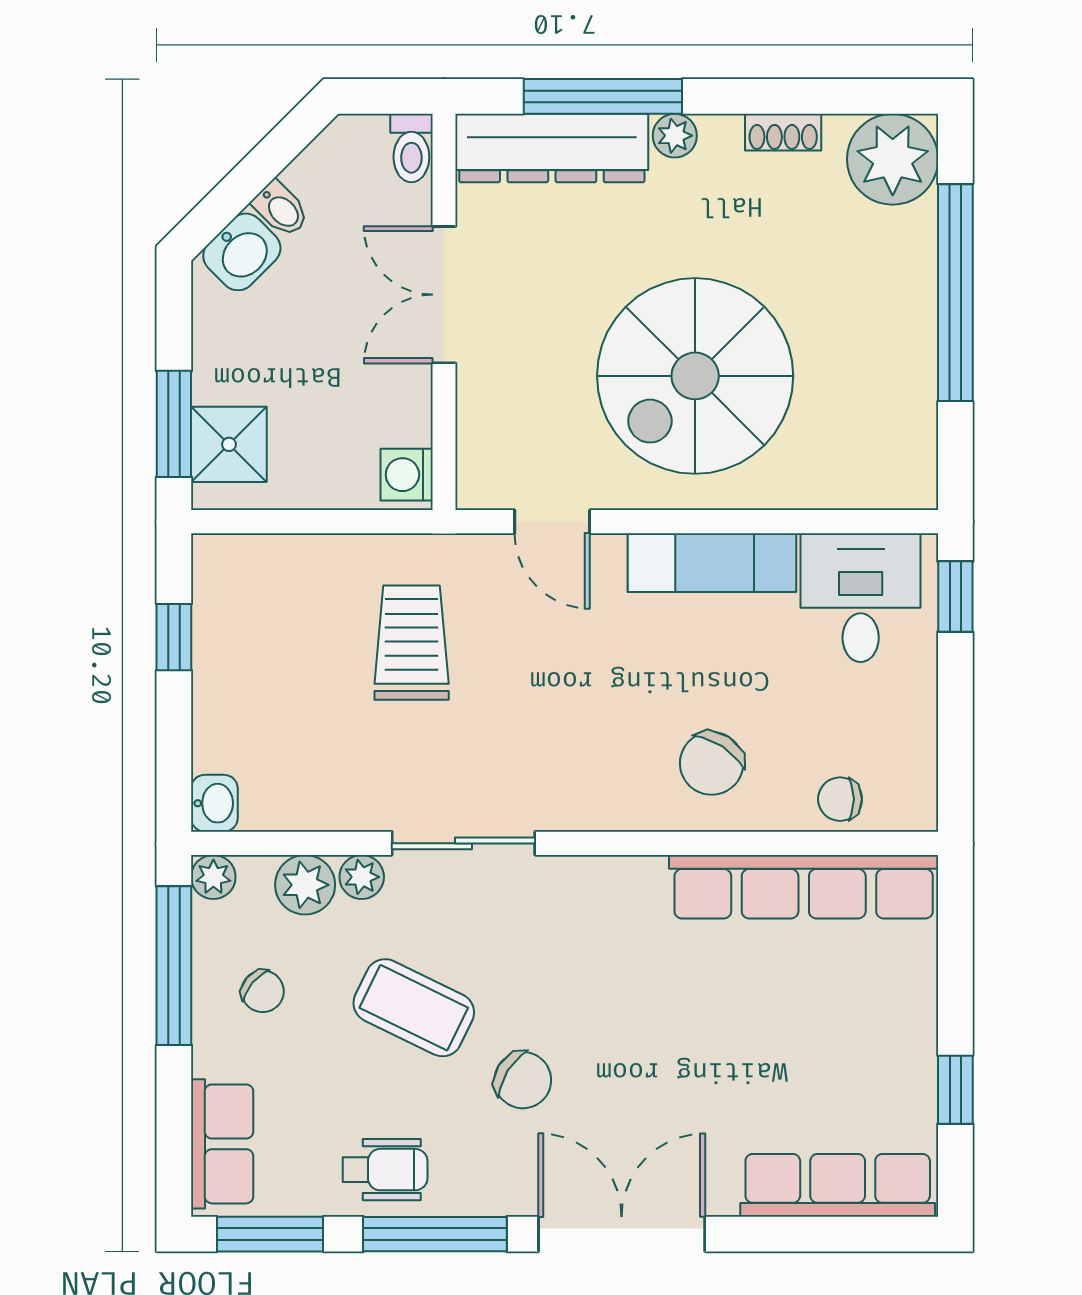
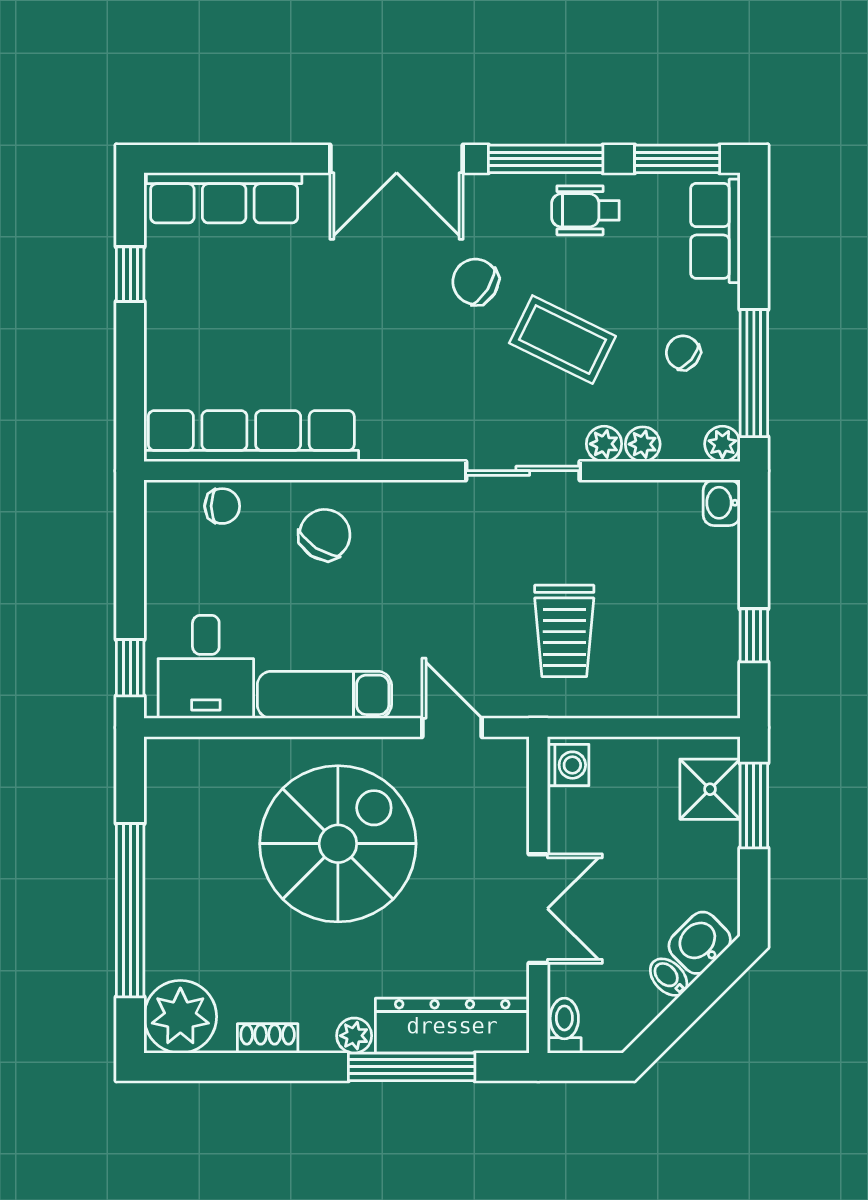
plant: (305, 885) -> (643, 444), width x0.73, depth x0.73

